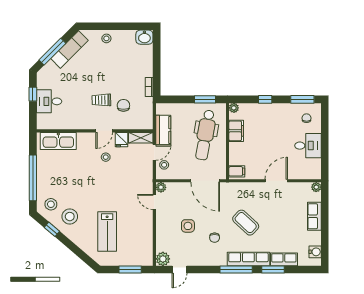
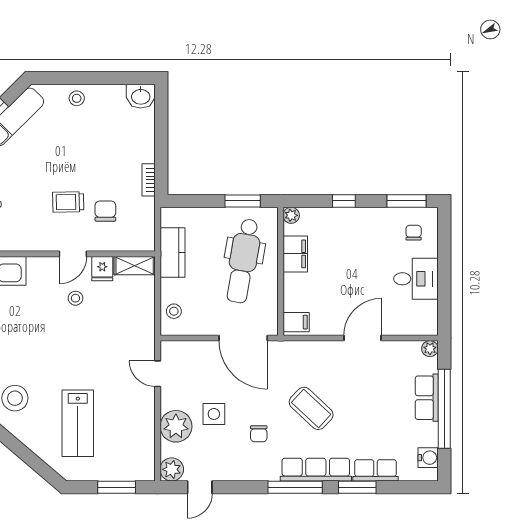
door: (154, 153) -> (158, 291), removed
plant: (161, 187) -> (176, 426), moved, width x1.88, depth x1.88
window: (325, 223) -> (444, 409), added

